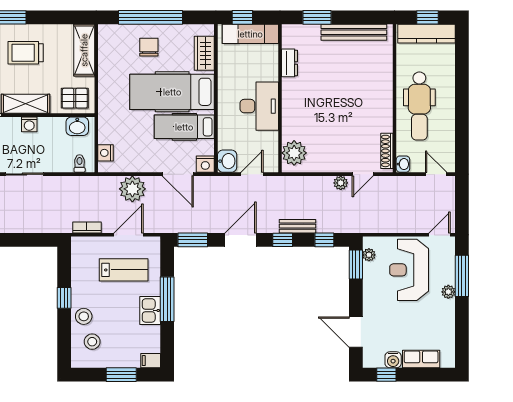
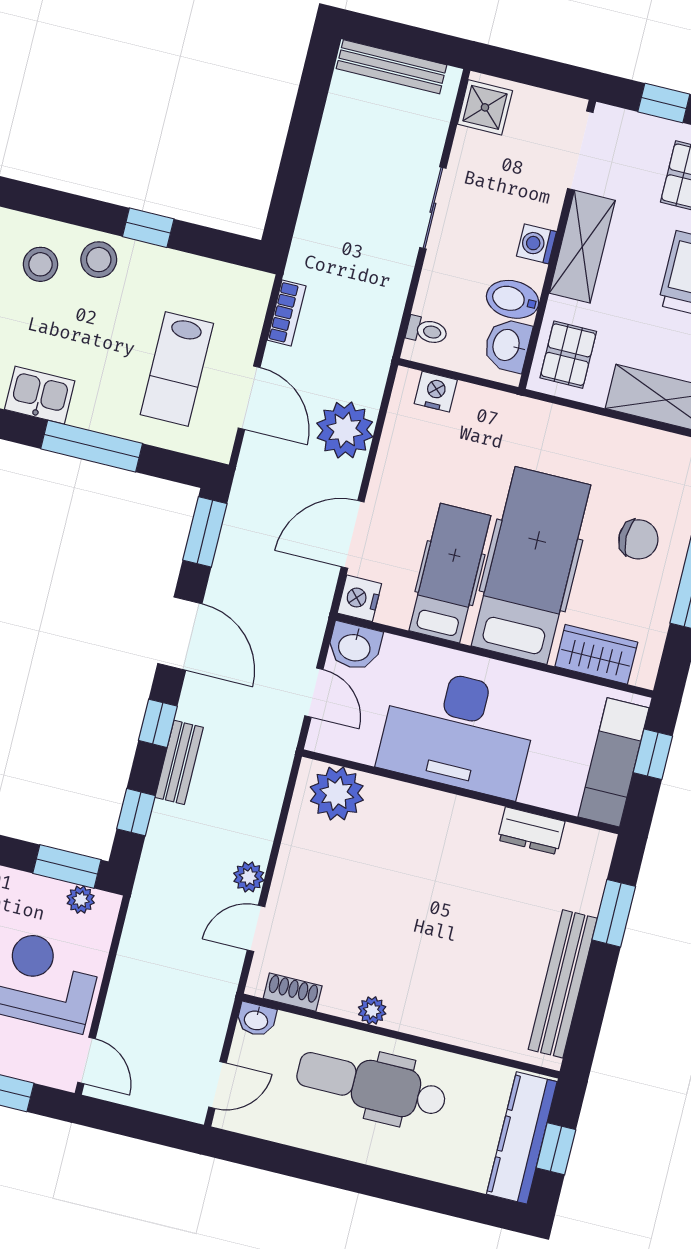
desk: (259, 106) -> (458, 731), width x1.36, depth x1.30
plant: (386, 114) -> (372, 1011), added
bidet: (56, 129) -> (513, 299), added
shoe rack: (387, 151) -> (293, 992), width x0.70
door: (363, 174) -> (256, 928), hinge flipped
kitchen sink: (150, 310) -> (40, 395), moved

